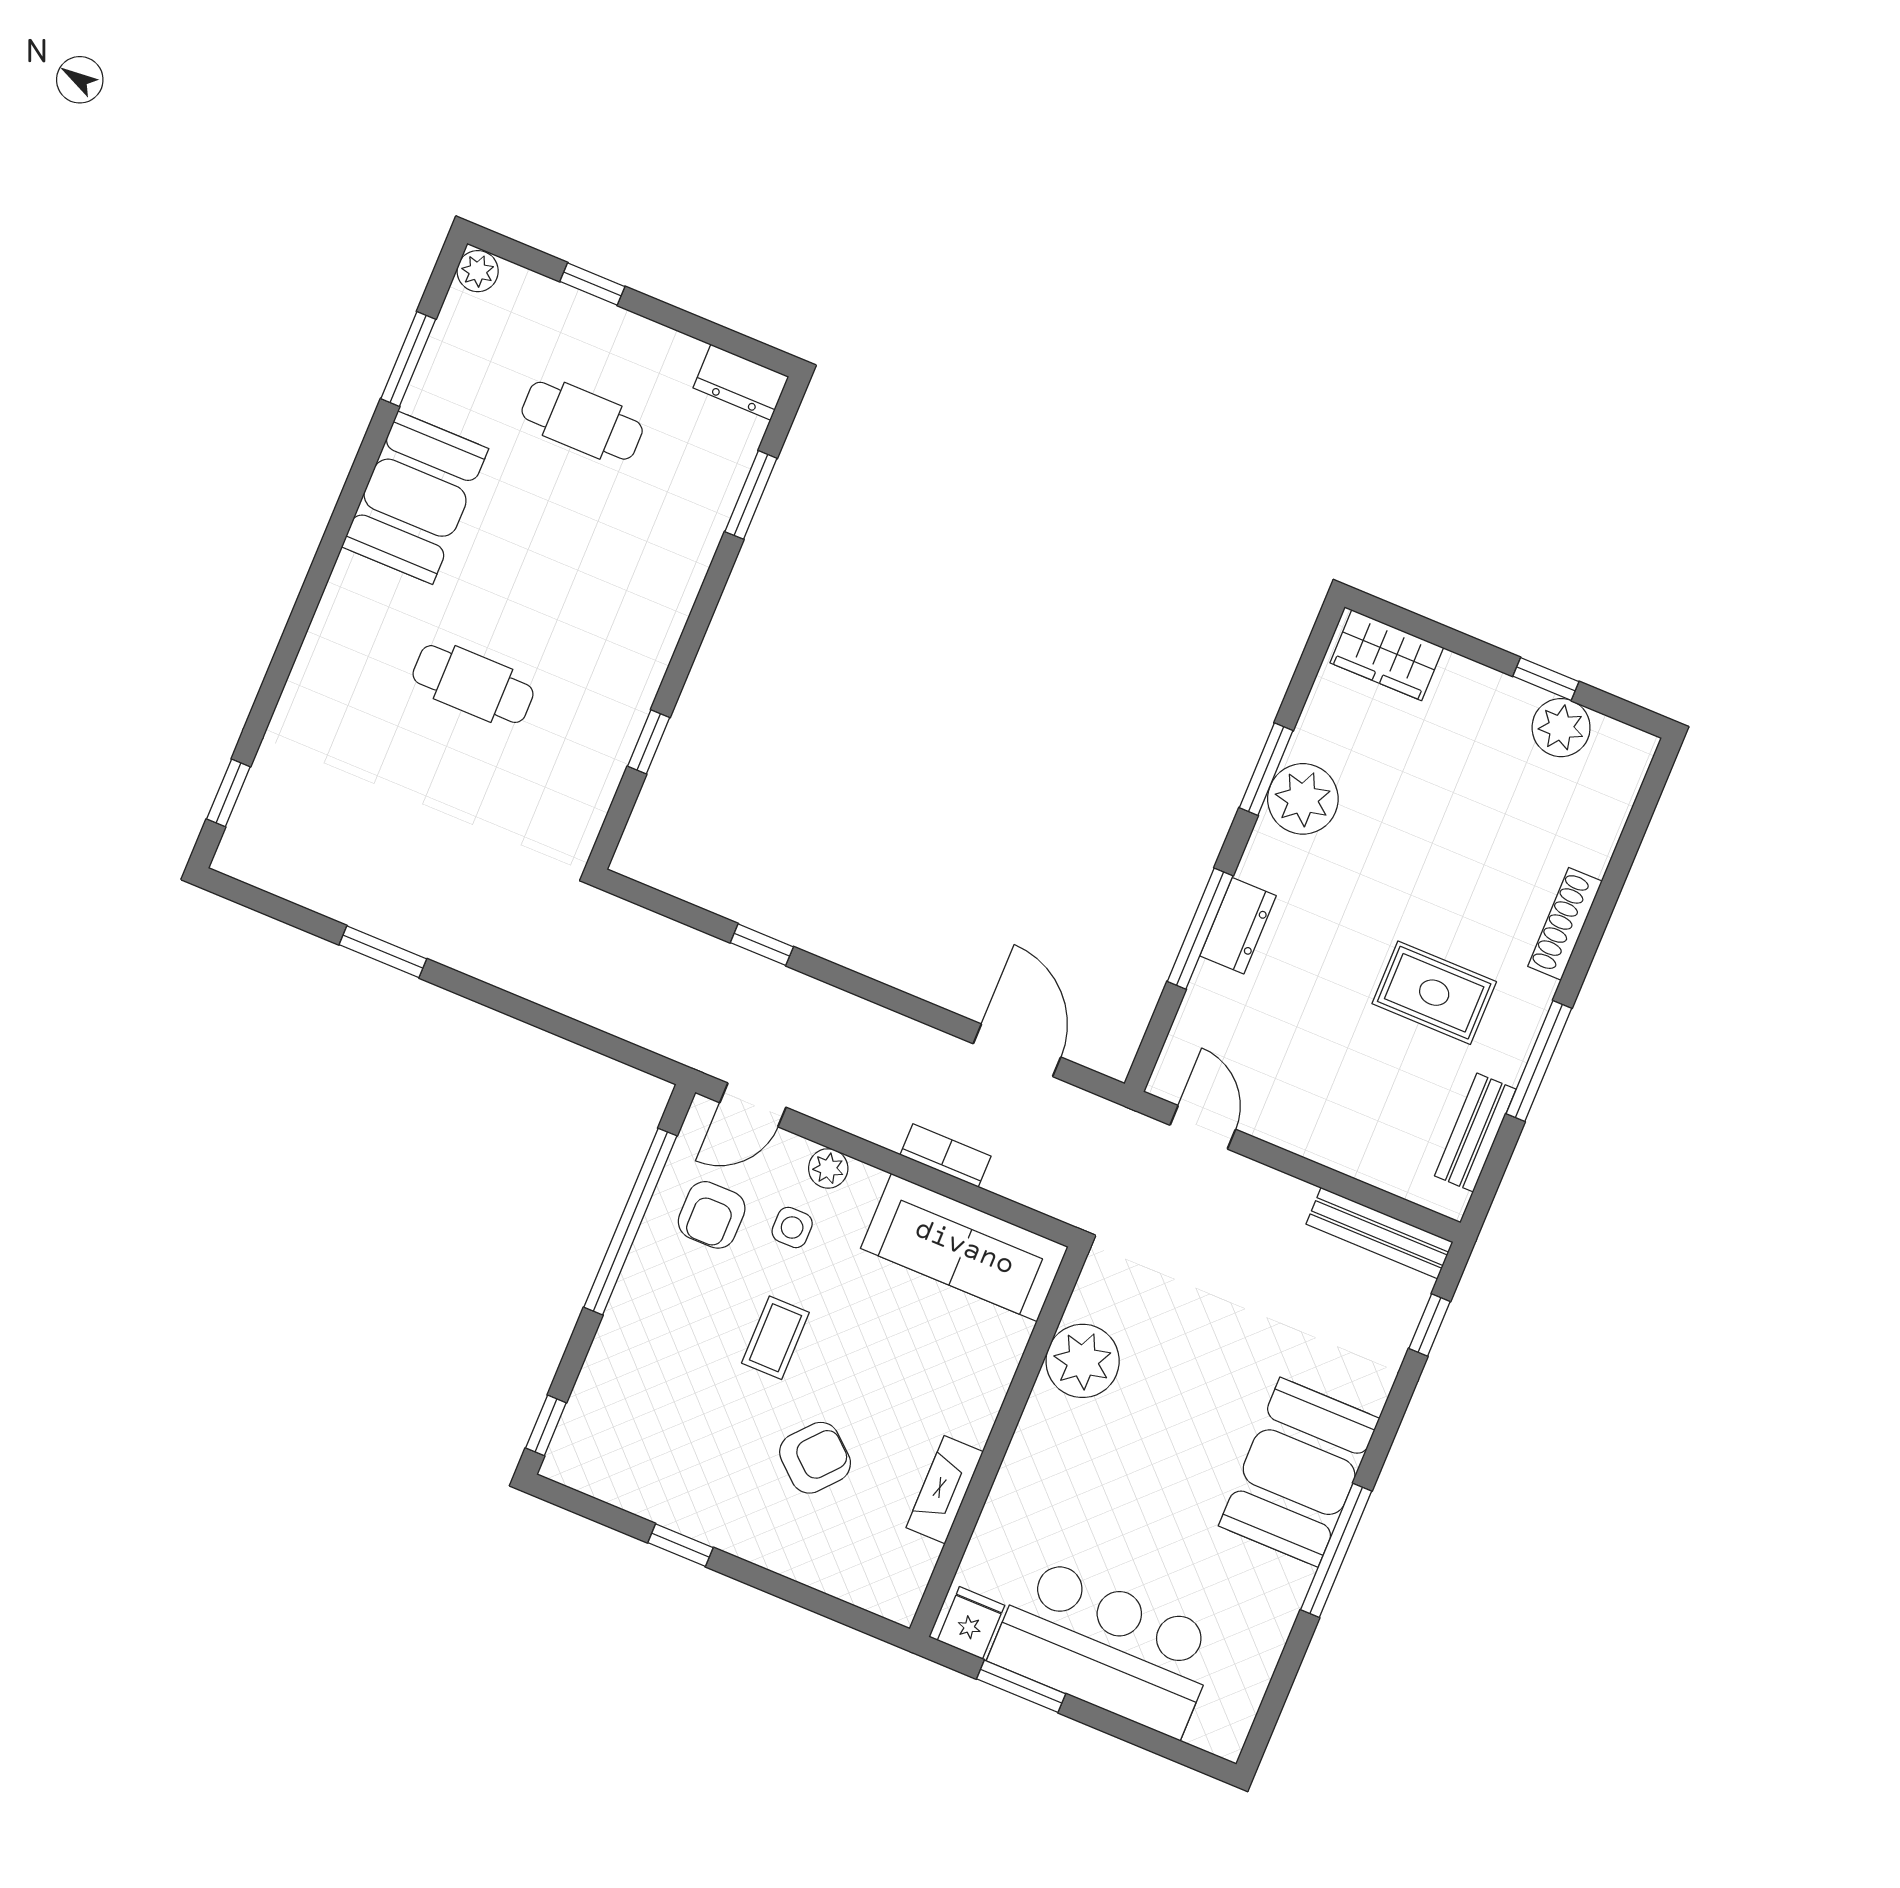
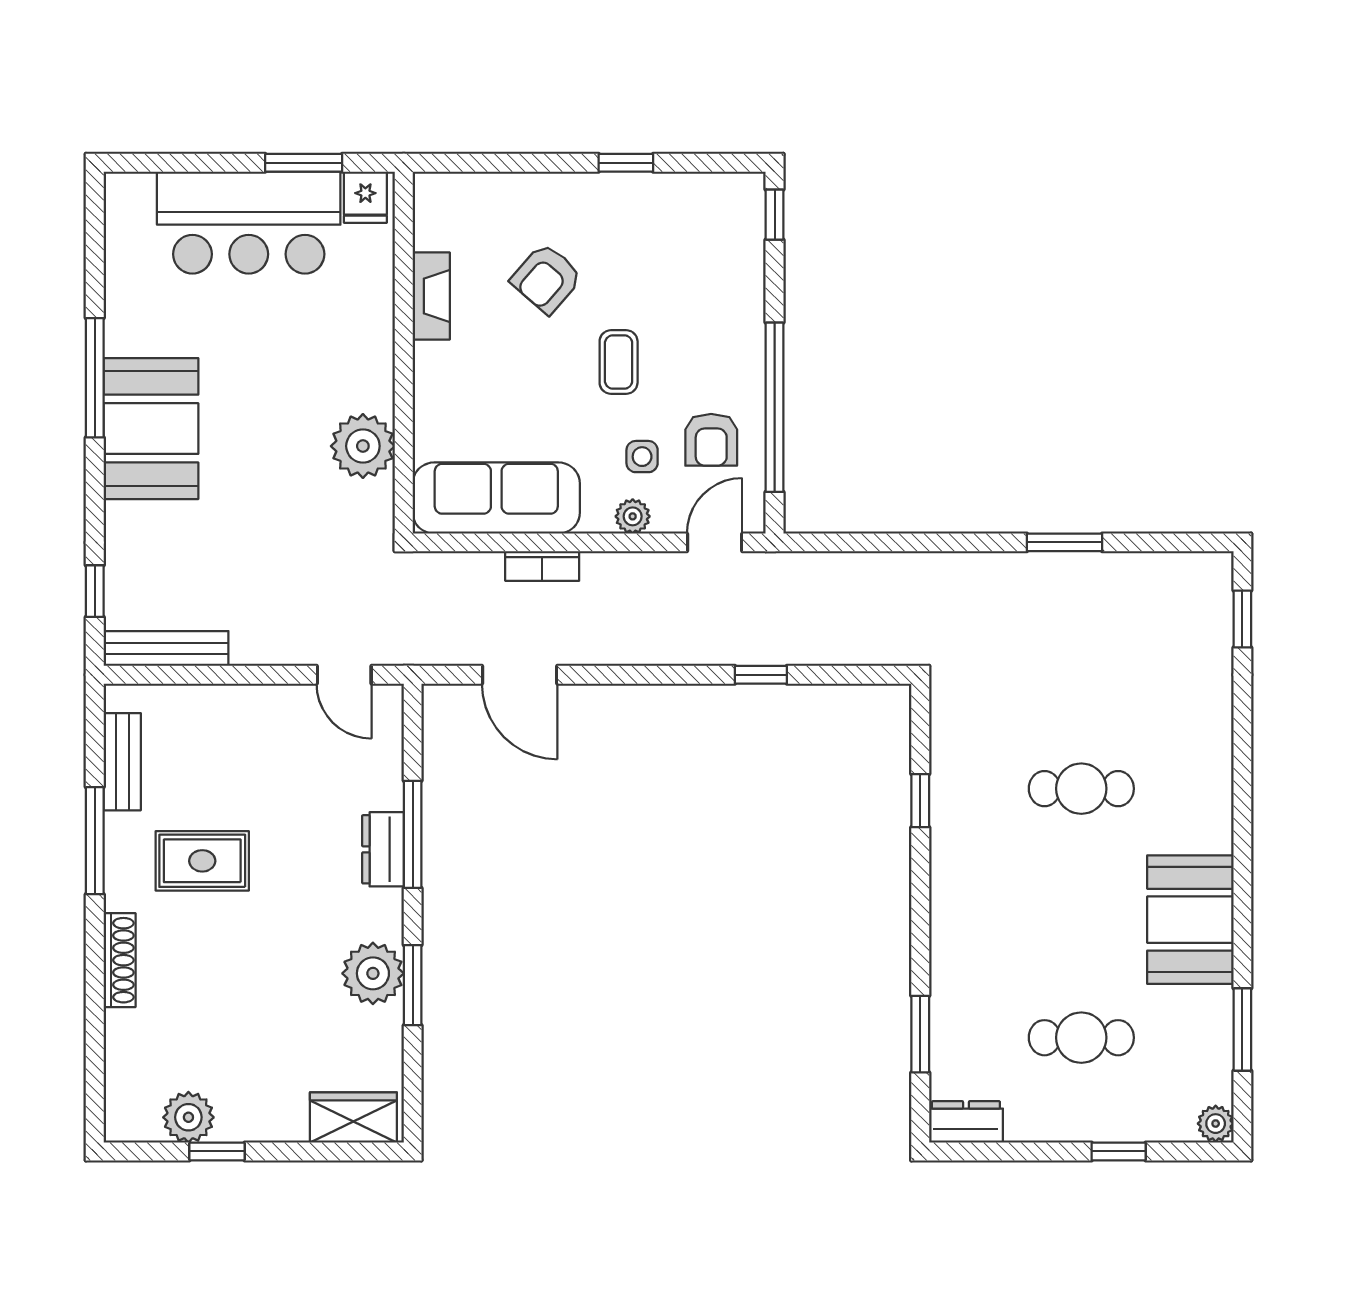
armchair: (712, 1215) -> (711, 440), turned 180

